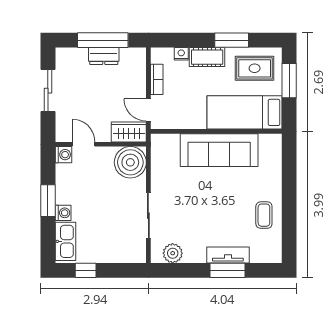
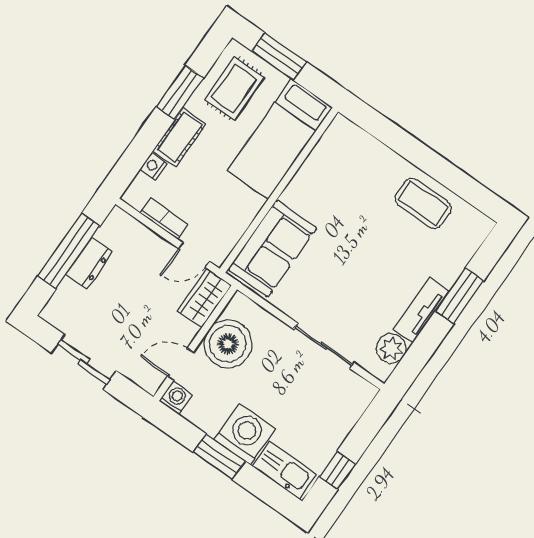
sofa: (219, 150) -> (272, 248), moved, width x0.73
boiler: (130, 162) -> (228, 344), moved
washing machine: (63, 213) -> (245, 434), width x1.89, depth x1.89
coffee table: (264, 215) -> (423, 203), width x1.36, depth x1.30
tv unit: (228, 255) -> (421, 310), moved

